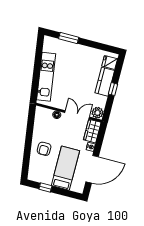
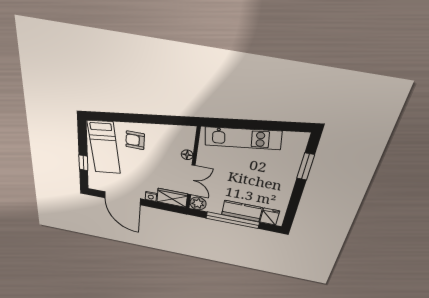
window: (113, 89) -> (233, 220), width x3.17
bed: (65, 168) -> (104, 148), moved, turned 82
window: (45, 188) -> (83, 163), moved

